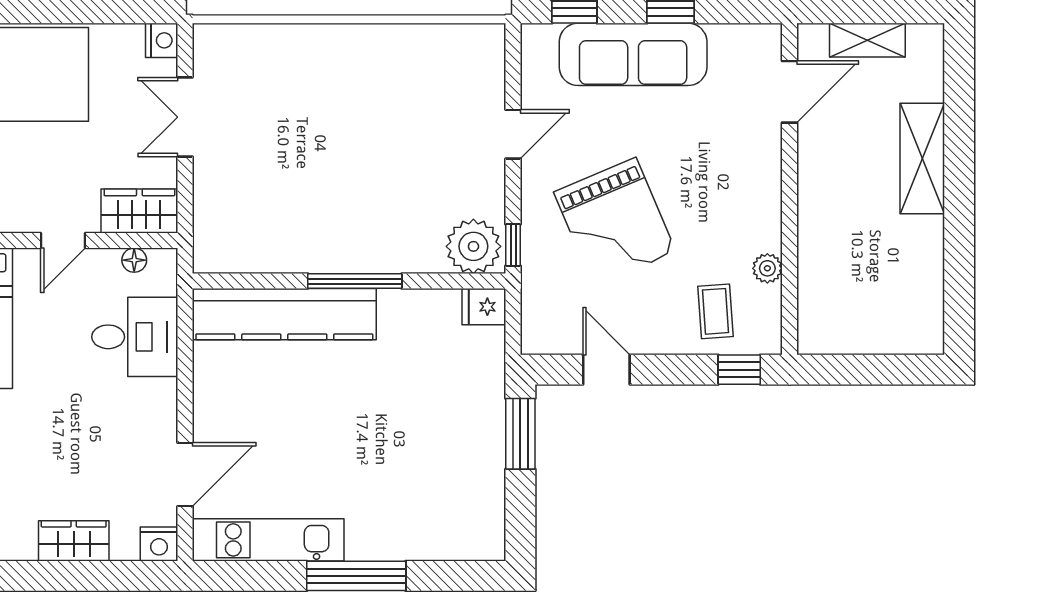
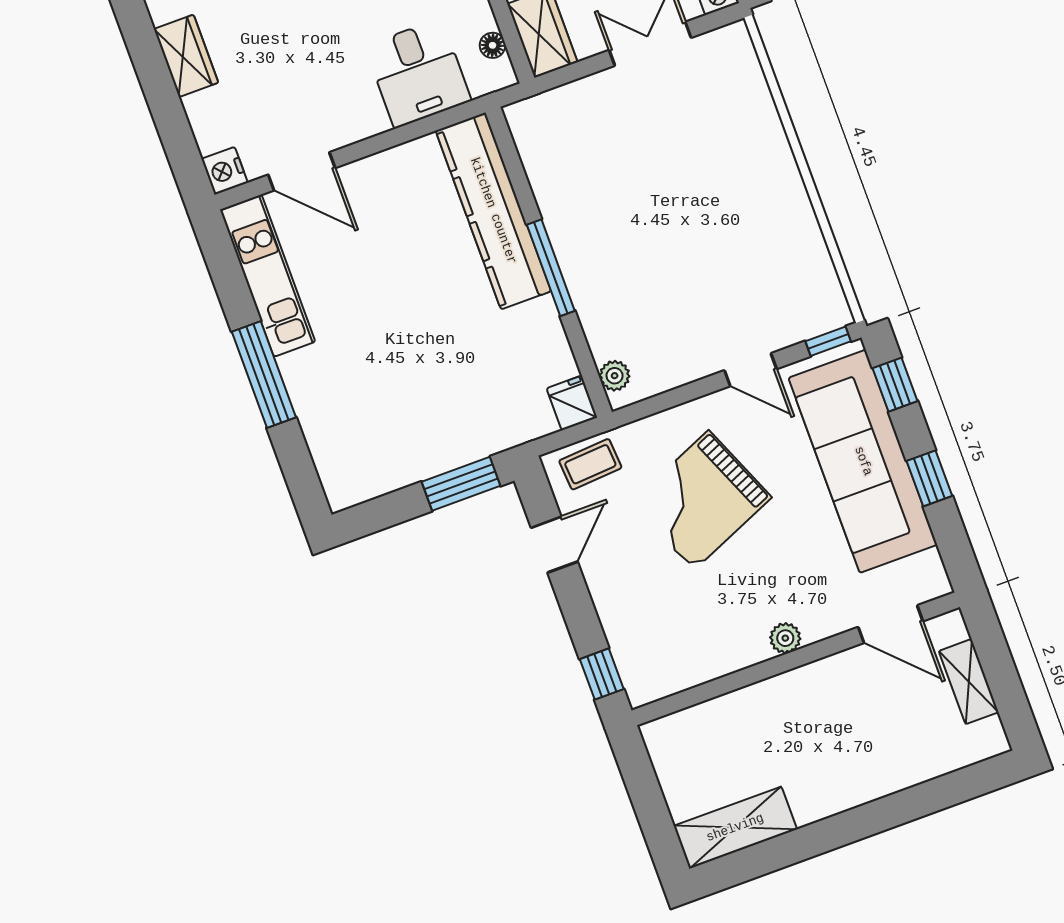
sofa: (633, 54) -> (863, 461), width x1.36, depth x1.27
shelving: (922, 159) -> (735, 828), moved
window: (513, 245) -> (828, 341), moved
plant: (473, 246) -> (615, 376), width x0.53, depth x0.53
plant: (767, 268) -> (785, 638), moved
coffee table: (716, 311) -> (590, 464), moved
wardrobe: (74, 541) -> (186, 56), moved

